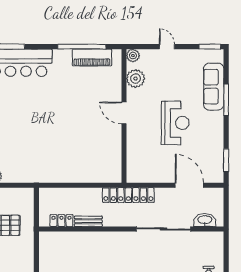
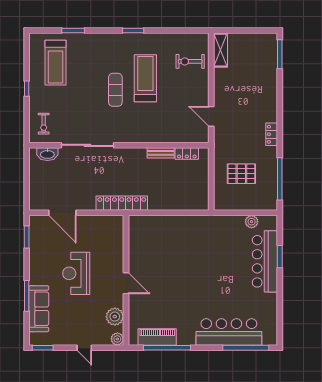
washbasin: (205, 220) -> (47, 154), moved
locker: (61, 221) -> (187, 154), moved
bench: (88, 221) -> (161, 153), moved
wall: (131, 229) -> (119, 145), moved
sliding door: (164, 229) -> (88, 145), moved

